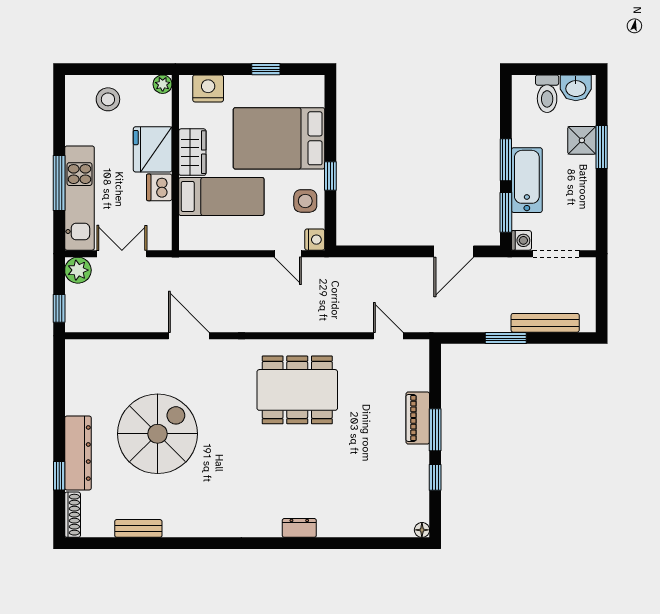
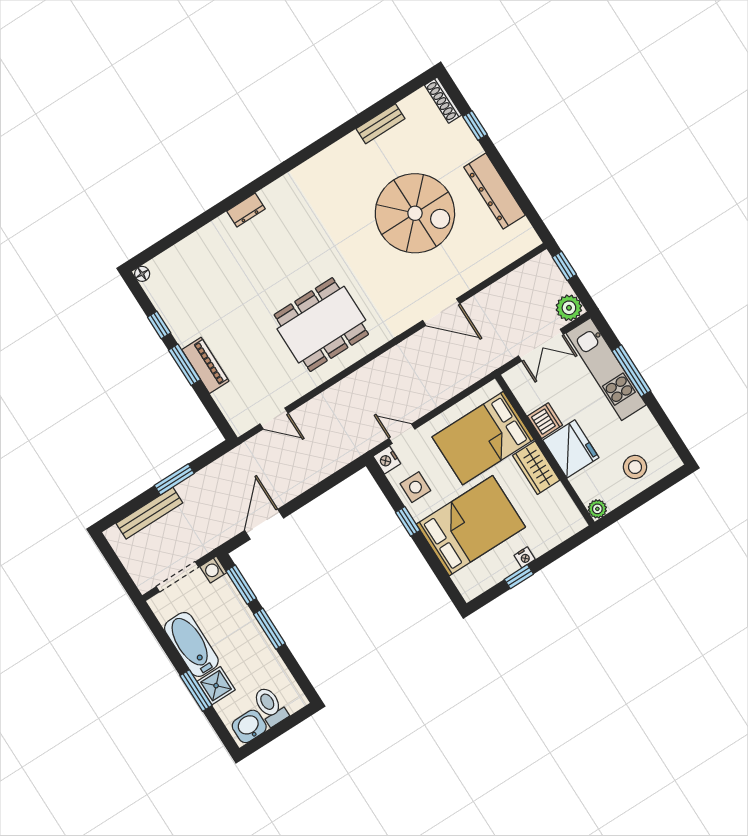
nightstand: (208, 88) -> (525, 557), moved, width x0.53, depth x0.56
bathtub: (527, 180) -> (191, 644), moved, turned 180
bed: (221, 196) -> (483, 438), width x1.50
spiral stairs: (158, 434) -> (415, 213), turned -90
dresser: (78, 453) -> (494, 191), moved

